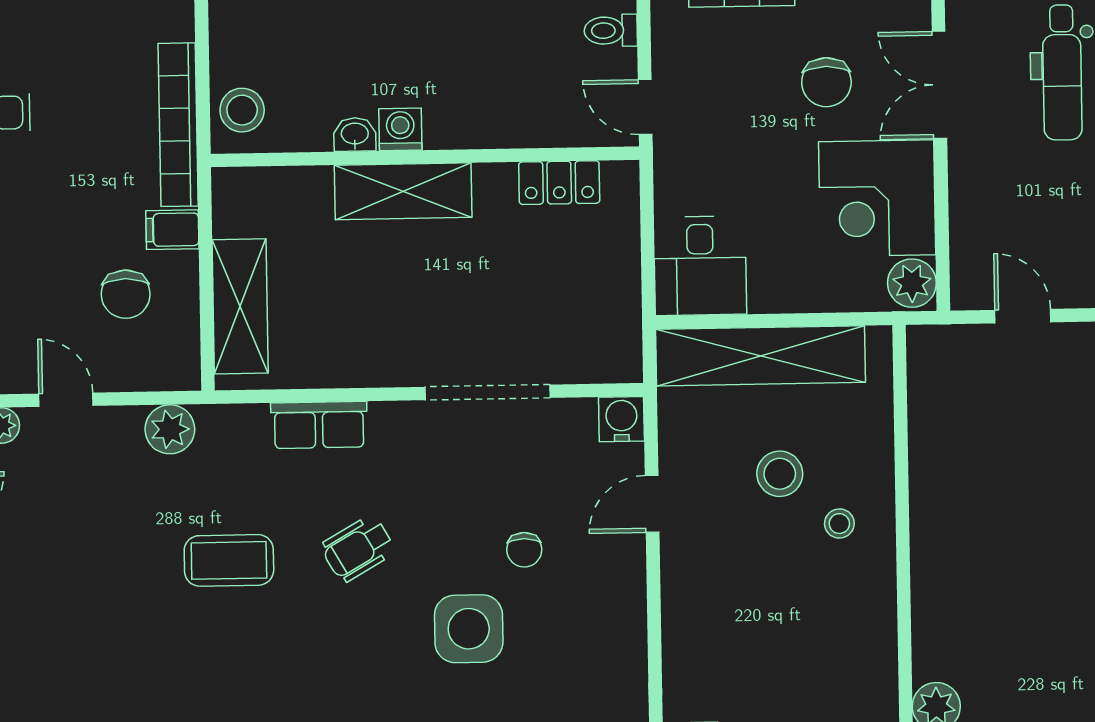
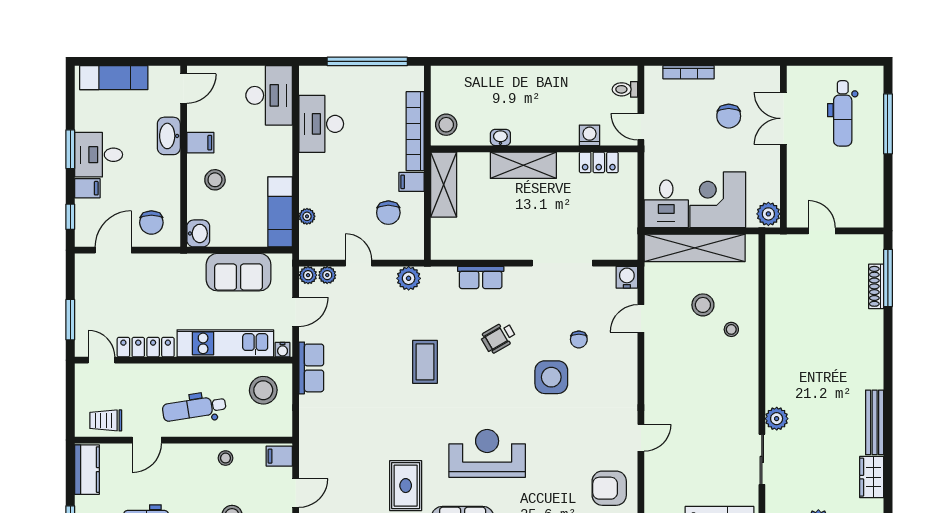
washing machine: (400, 129) -> (590, 135), moved
corner desk: (877, 198) -> (718, 200), moved, turned 90
shelving: (240, 306) -> (444, 185), moved
coffee table: (229, 560) -> (425, 362), moved, turned 90

